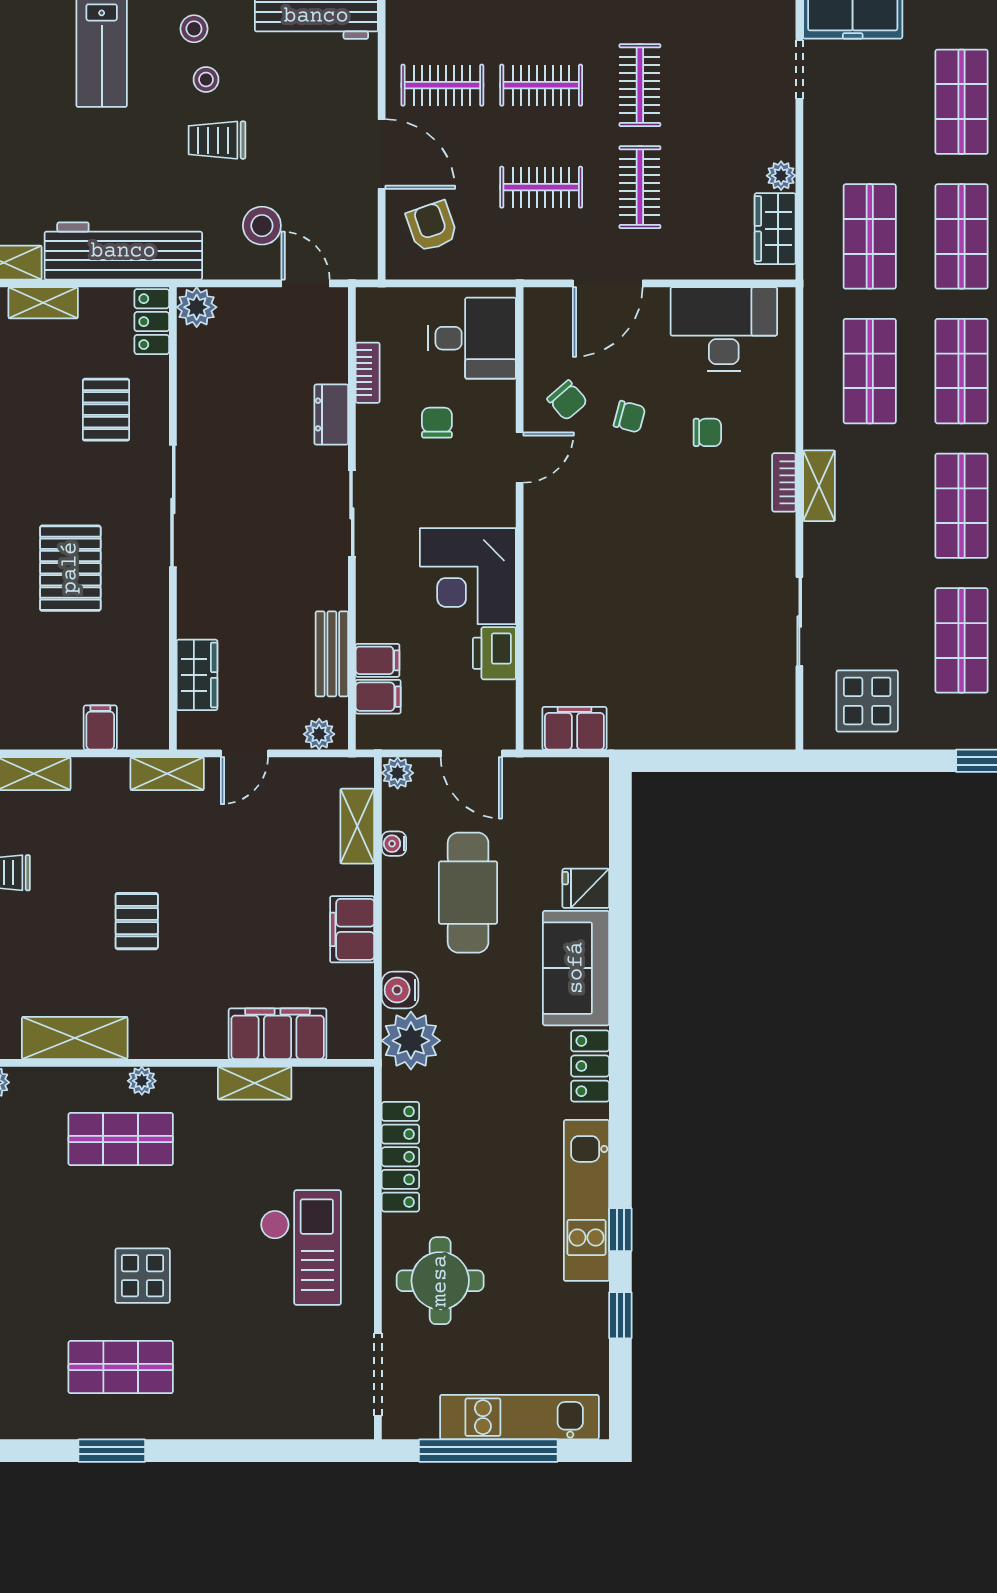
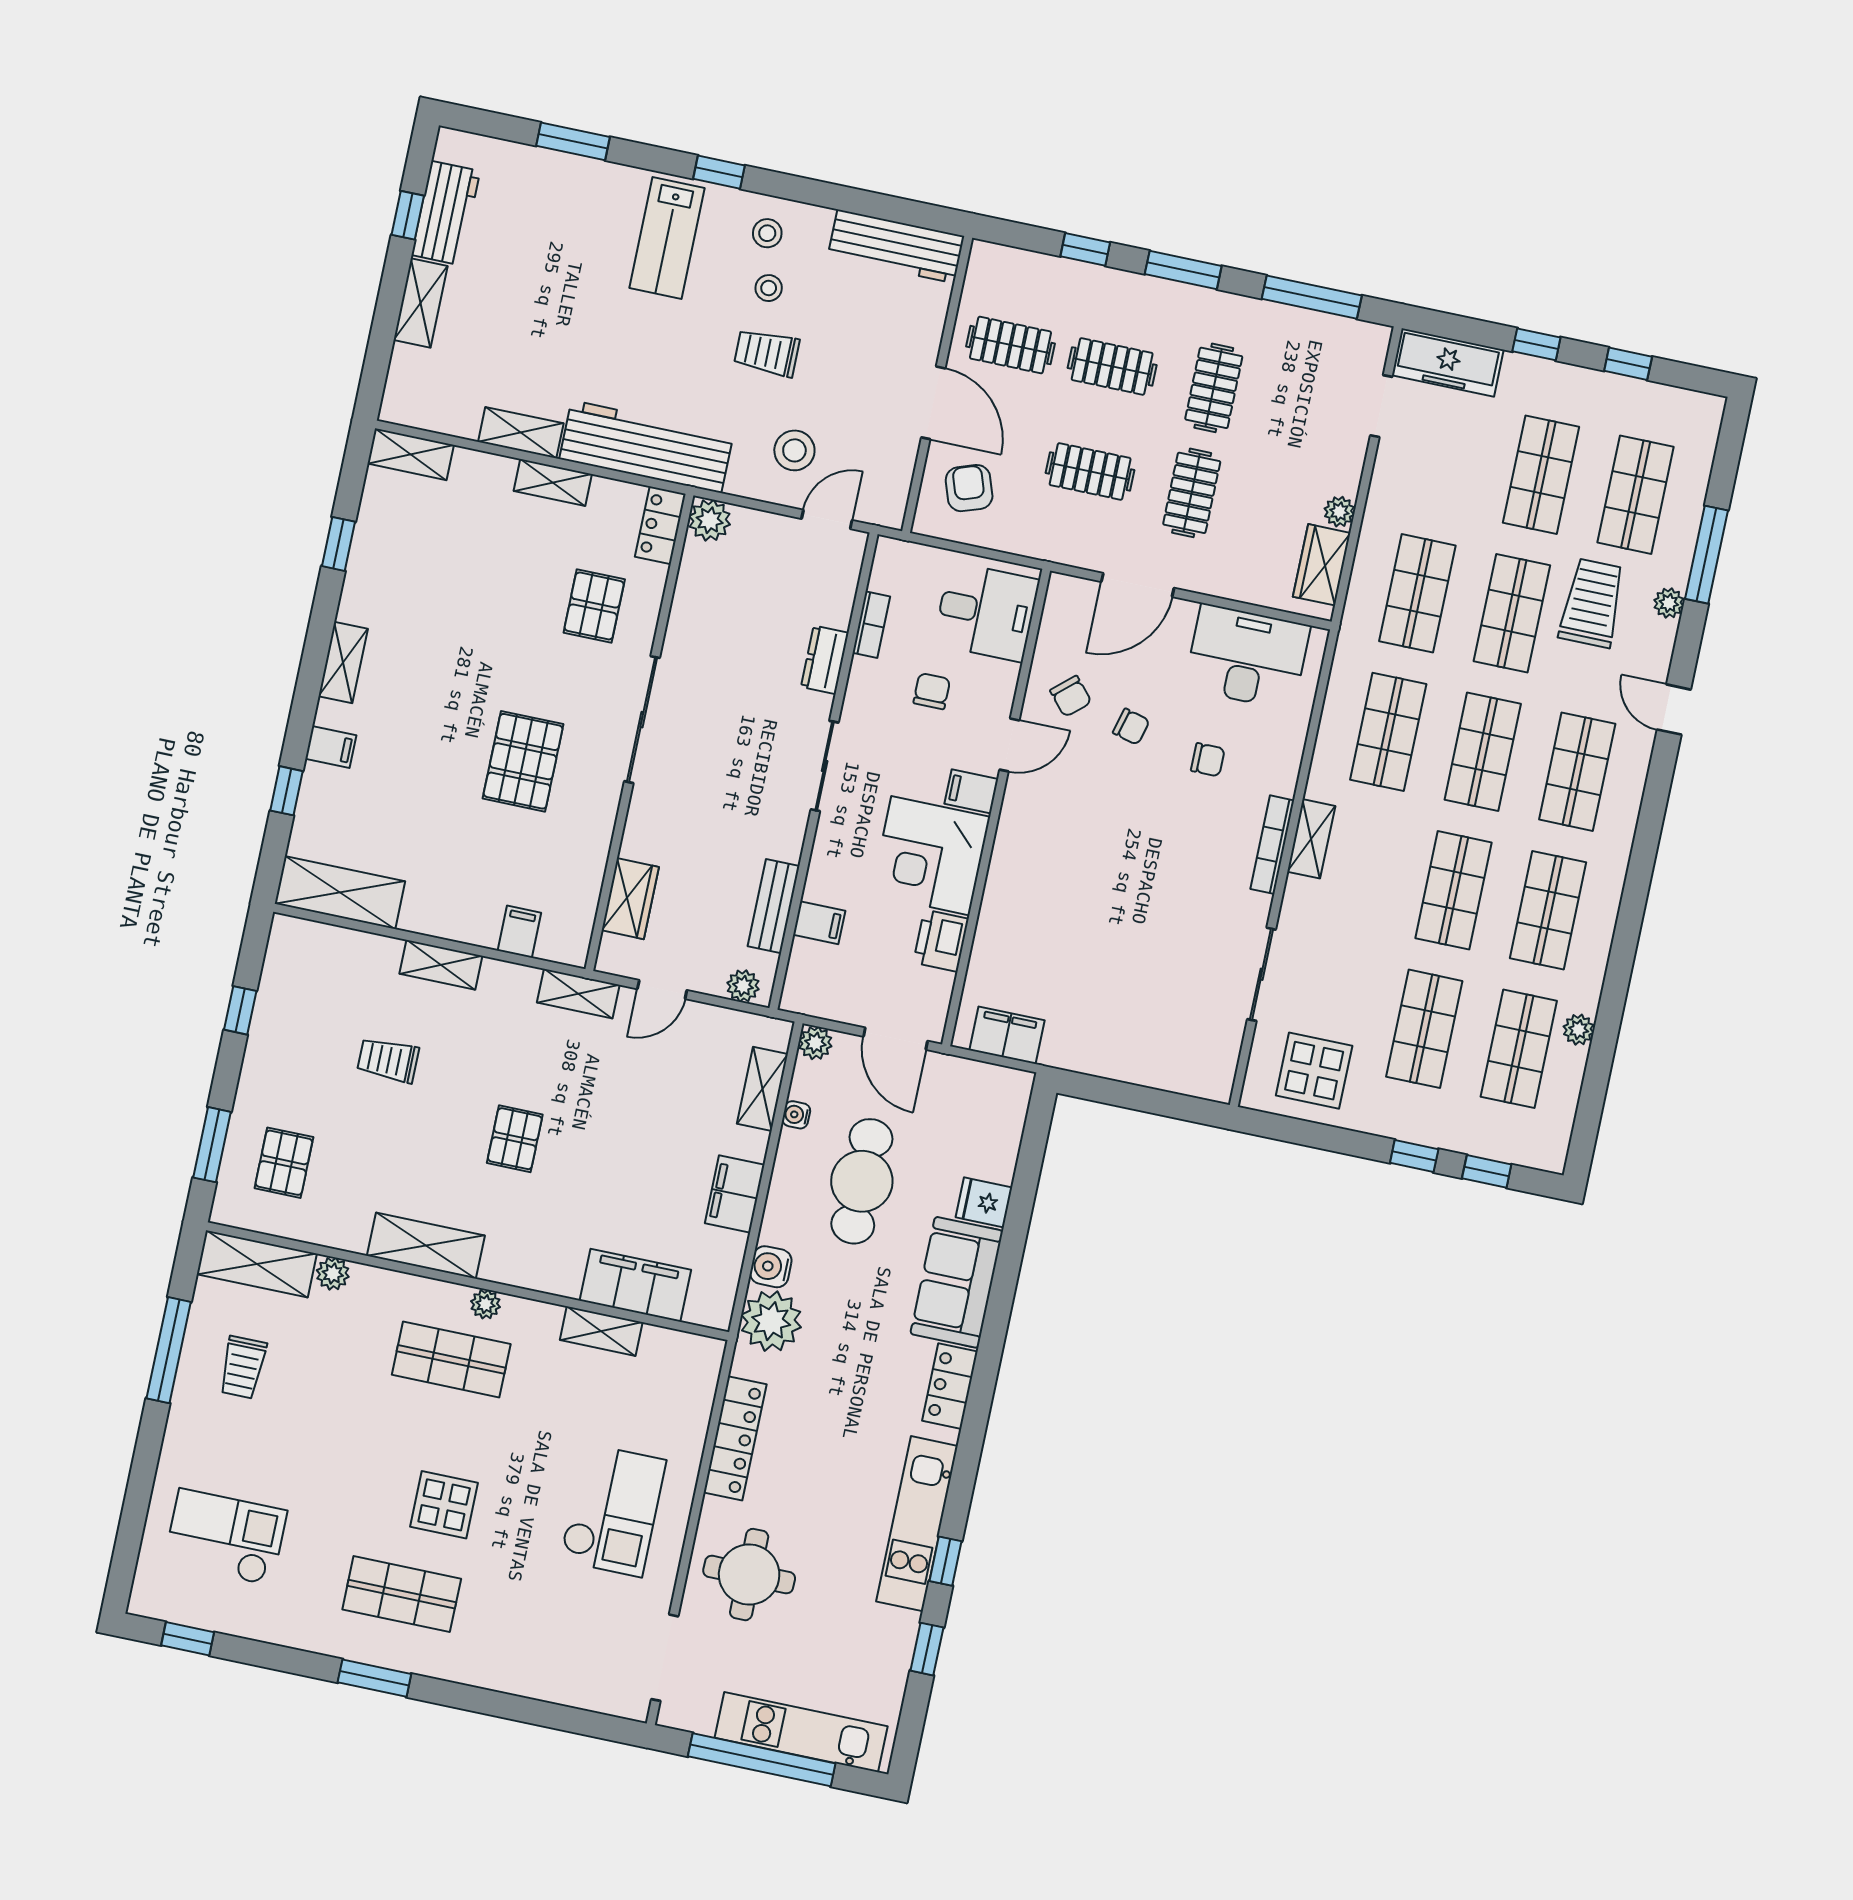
door: (306, 283) -> (827, 519), hinge flipped
bookcase: (784, 482) -> (1272, 845), width x1.56
filing cabinet: (378, 697) -> (971, 791), moved, turned 180

